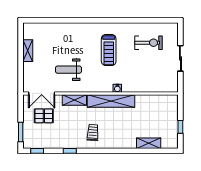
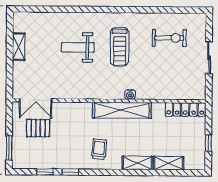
weight bench: (68, 70) -> (78, 47), moved
shelving: (74, 100) -> (137, 163), moved
locker: (162, 100) -> (185, 109), added
window: (37, 151) -> (45, 172), moved

